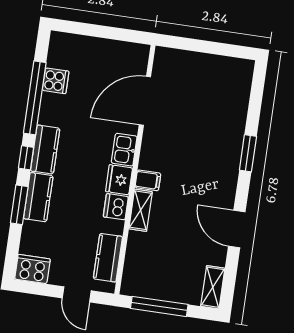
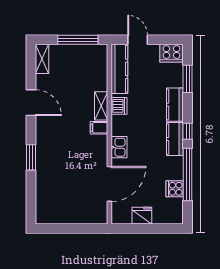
fridge: (119, 180) -> (142, 216), moved, turned -90
window: (19, 205) -> (188, 79), moved
kitchen counter: (108, 258) -> (119, 69), width x1.50

